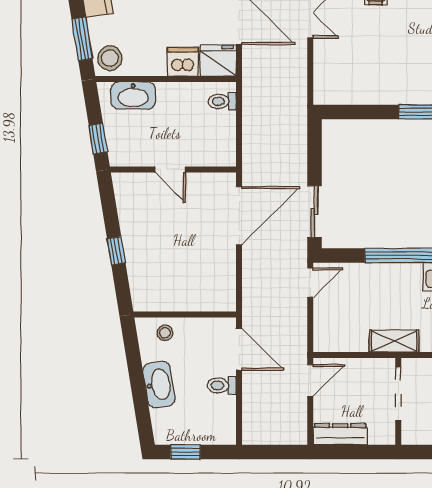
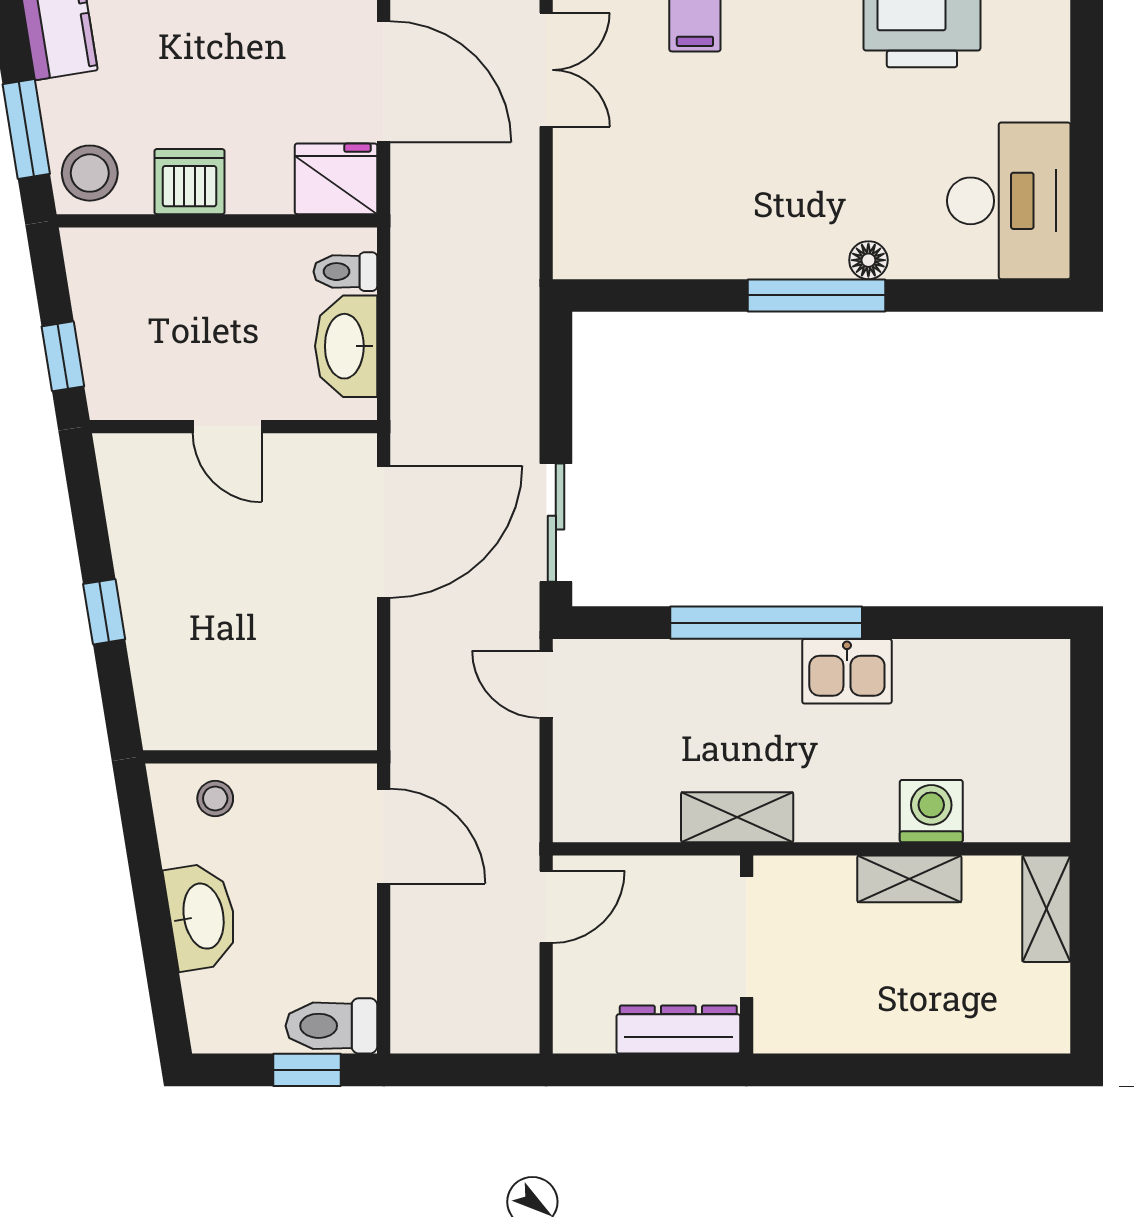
dishwasher: (183, 62) -> (190, 182), moved
washbasin: (133, 96) -> (346, 346), moved, turned 90
door: (310, 283) -> (546, 684), swing flipped
toilet: (222, 386) -> (331, 1026), moved, width x1.37, depth x1.39
dresser: (340, 434) -> (678, 1030), moved
window: (185, 452) -> (307, 1070), moved

